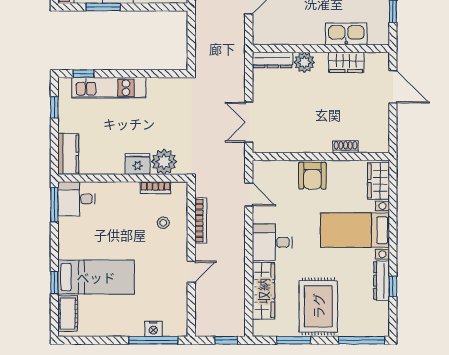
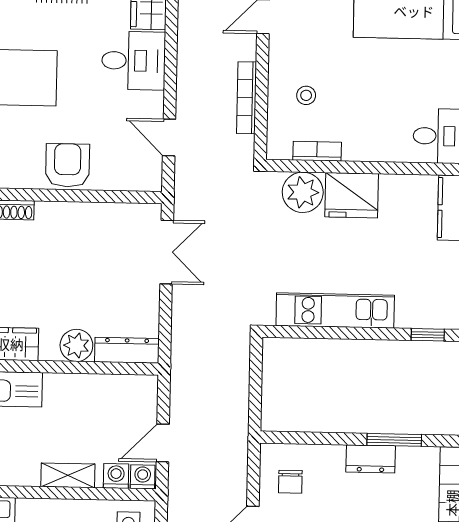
kitchen unit: (109, 88) -> (335, 311), moved
fridge: (138, 164) -> (352, 195), width x1.36, depth x1.34

